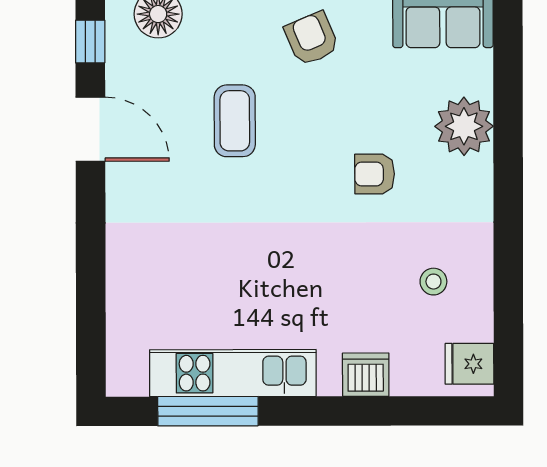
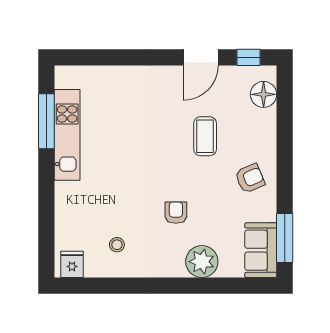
coffee table: (235, 121) -> (205, 136), turned 90
dishwasher: (366, 375) -> (66, 208), removed

